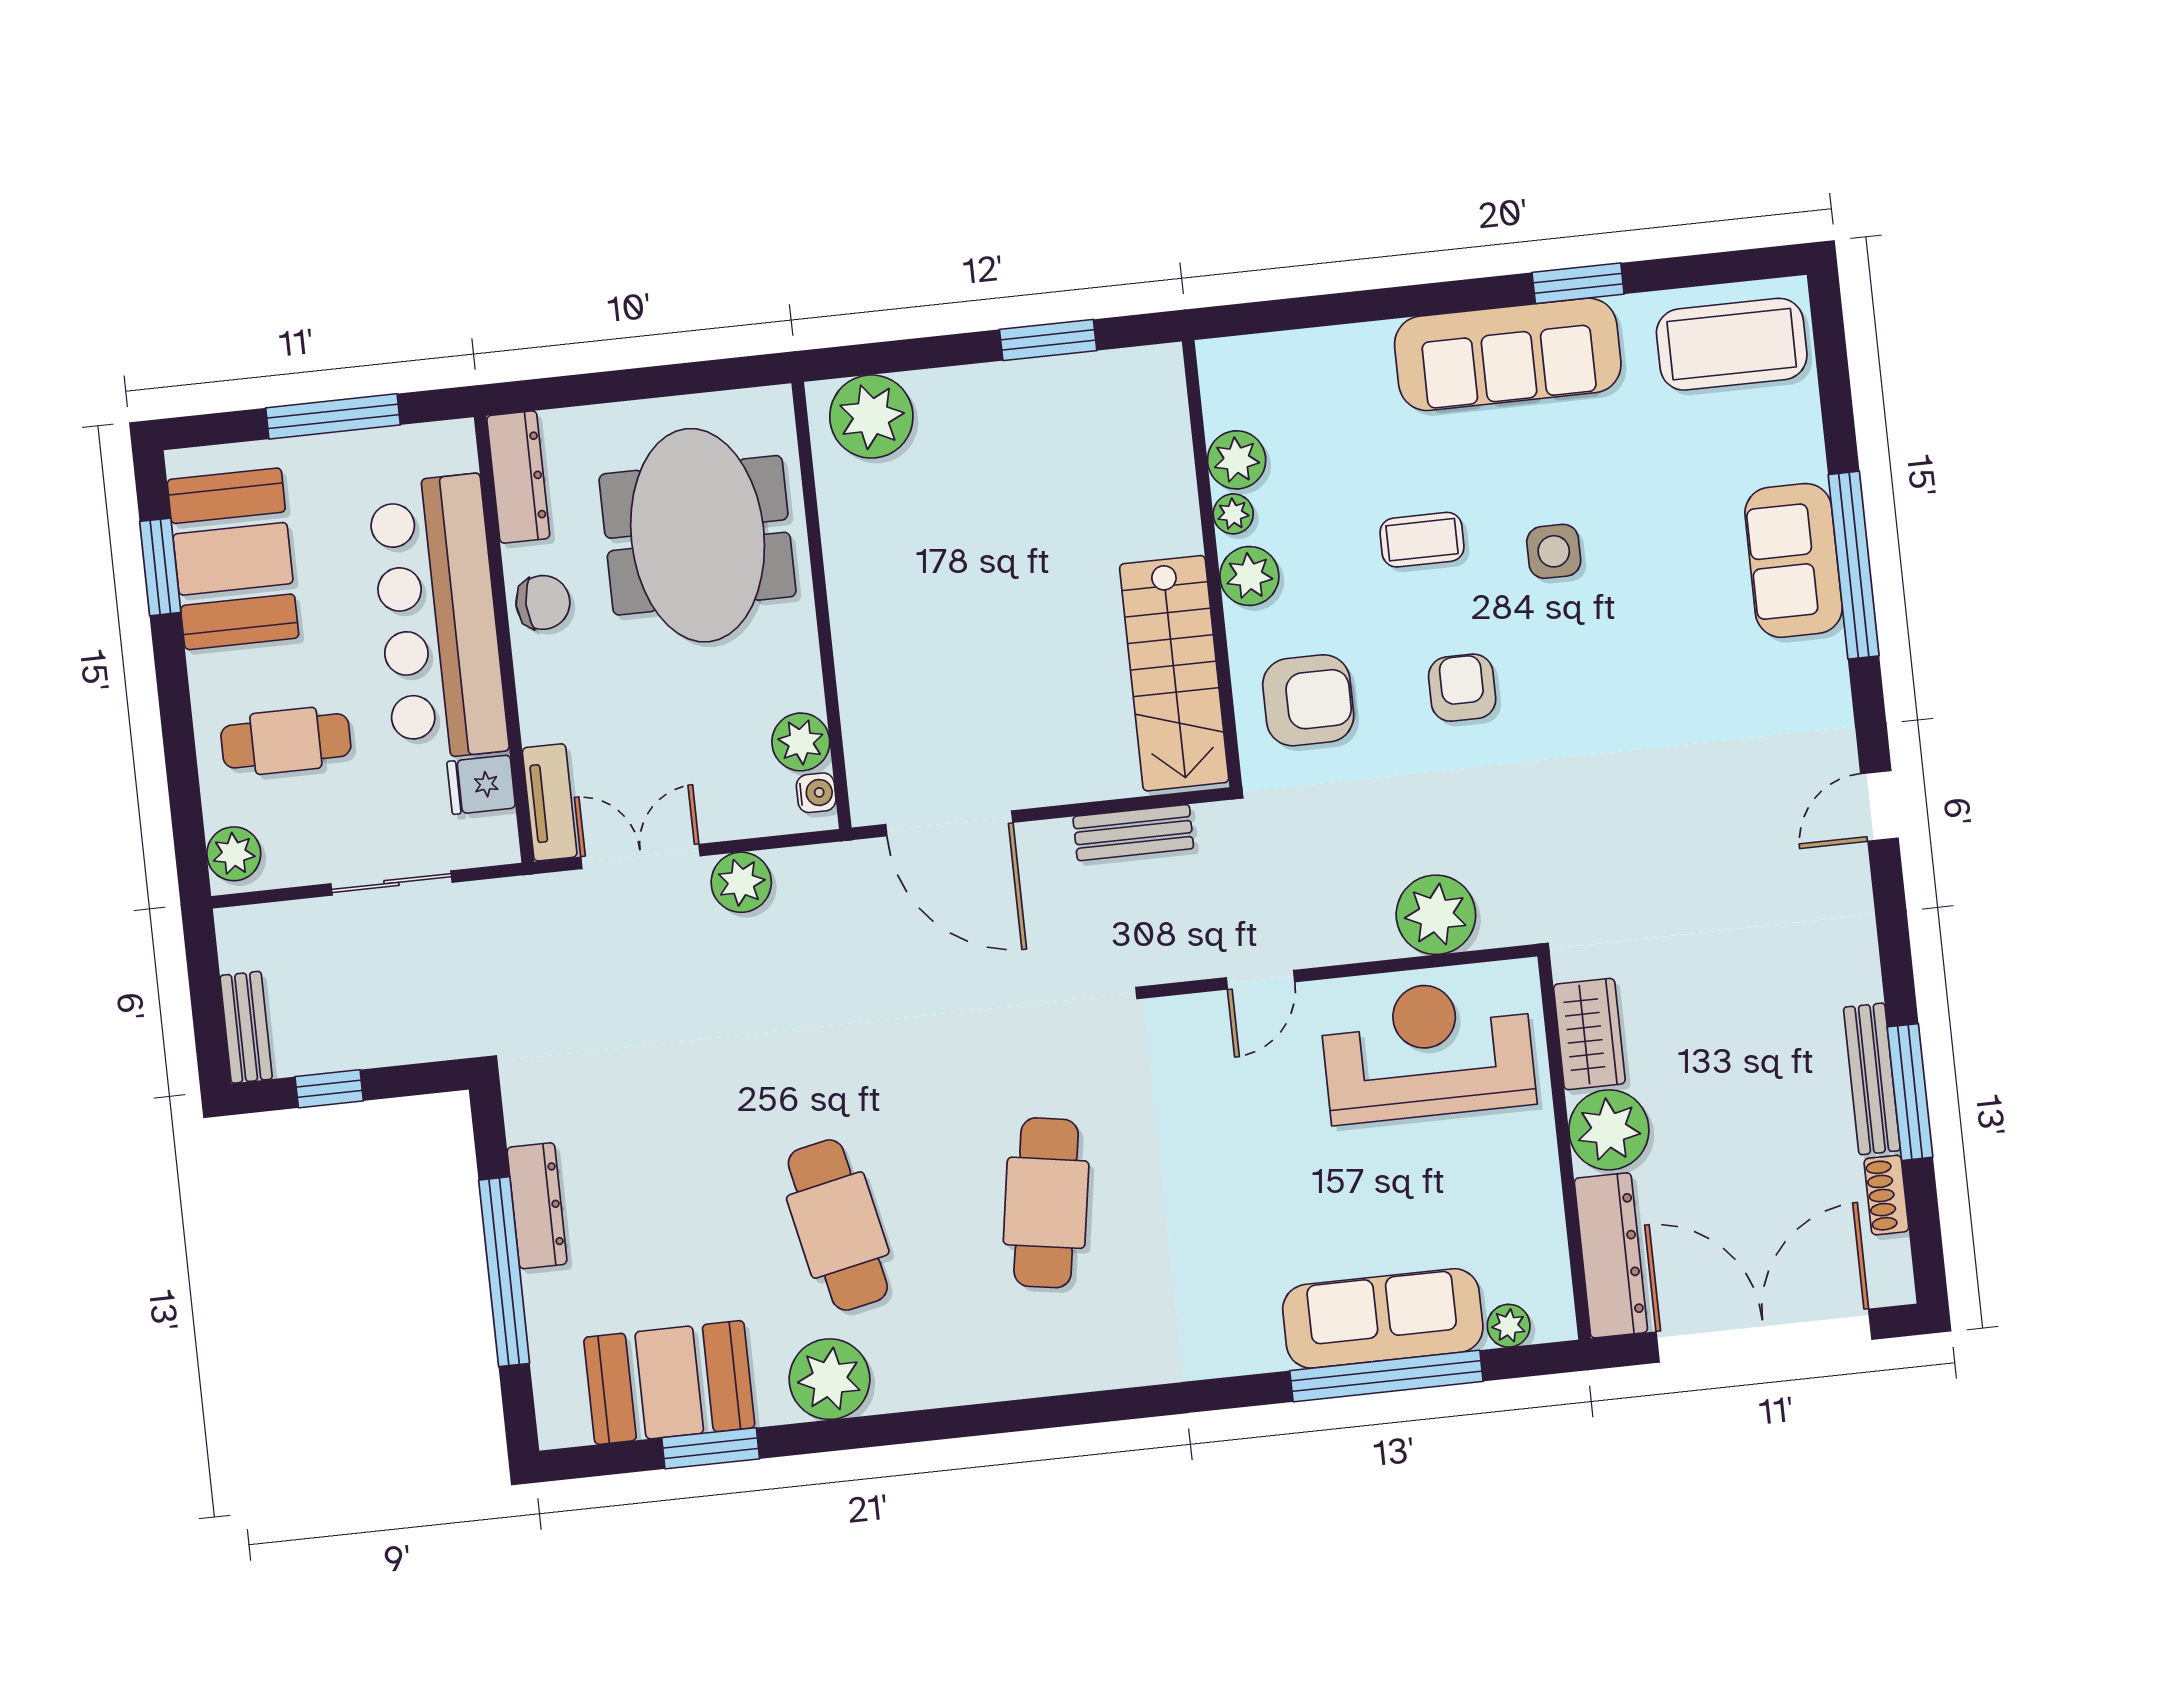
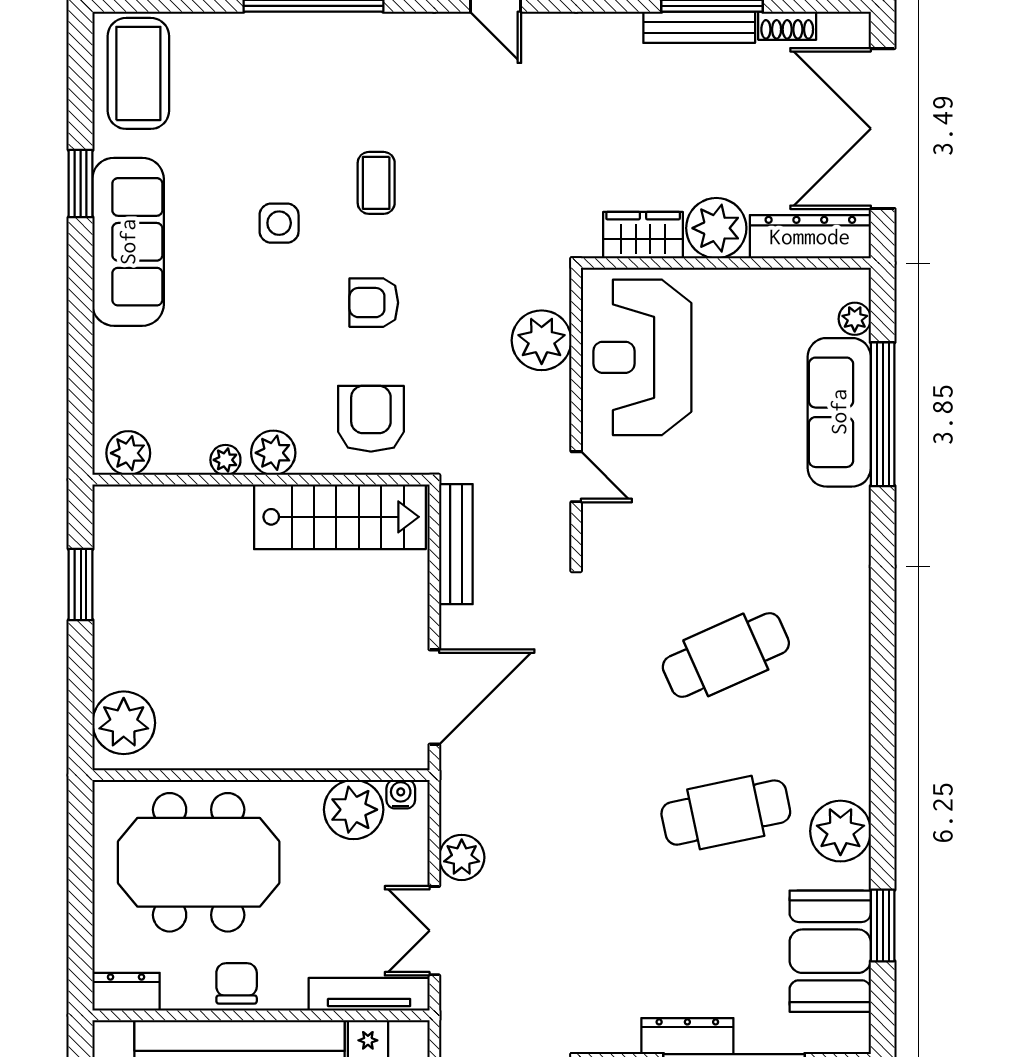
plant: (1237, 460) -> (128, 453), moved
dresser: (518, 477) -> (126, 992), width x0.70
coffee table: (1422, 540) -> (376, 183), moved
sofa: (1794, 560) -> (305, 44), removed
plant: (801, 742) -> (354, 810), width x1.36, depth x1.36
tv unit: (550, 802) -> (369, 994), width x1.41
bench: (1133, 833) -> (456, 544), width x1.36
cafe table: (1046, 1203) -> (726, 655), turned -33

